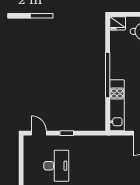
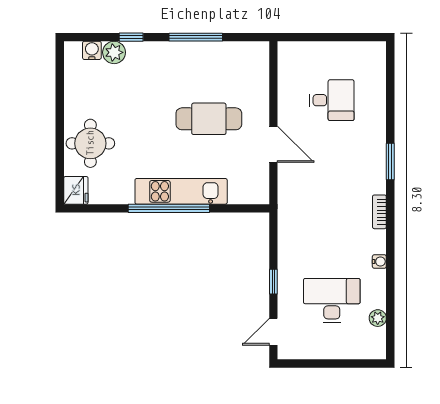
kitchen unit: (117, 105) -> (181, 191), moved

